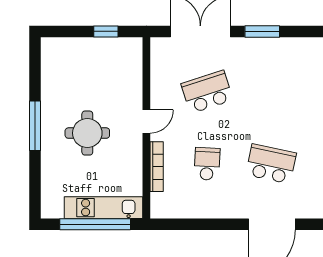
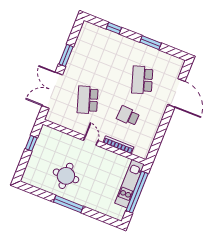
round table: (87, 133) -> (66, 176), moved
school desk: (271, 164) -> (142, 80), turned -30

